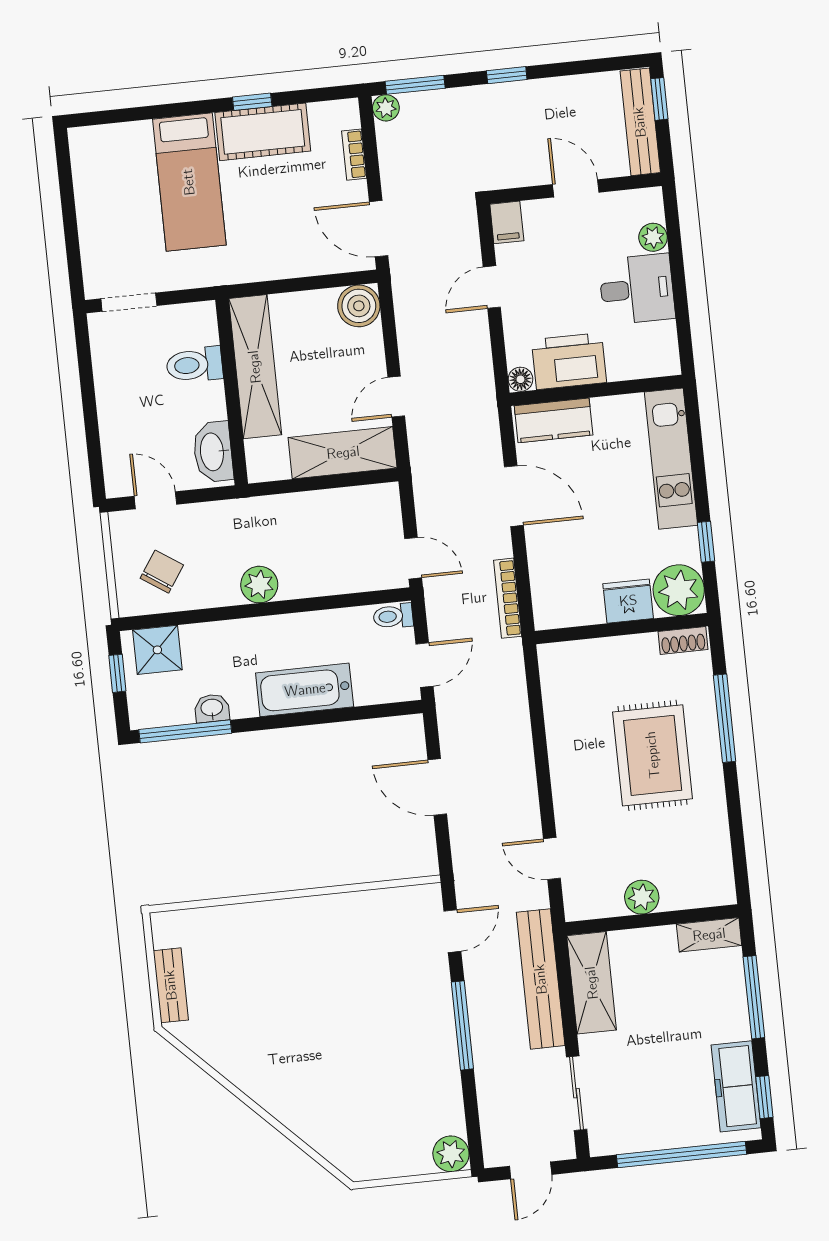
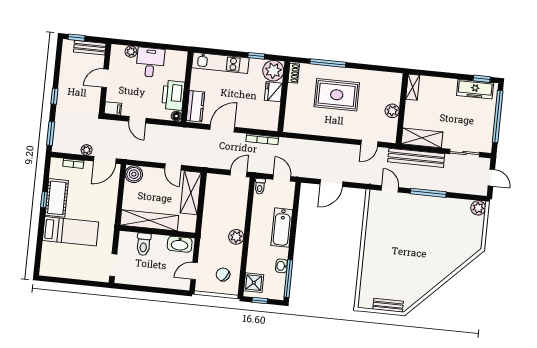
plant: (386, 108) -> (87, 150), moved
bench: (640, 122) -> (90, 48), width x0.73
window: (754, 997) -> (441, 75), removed

